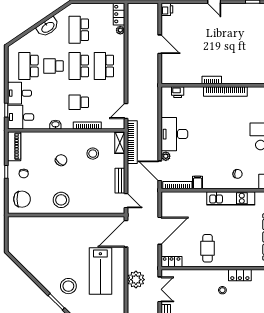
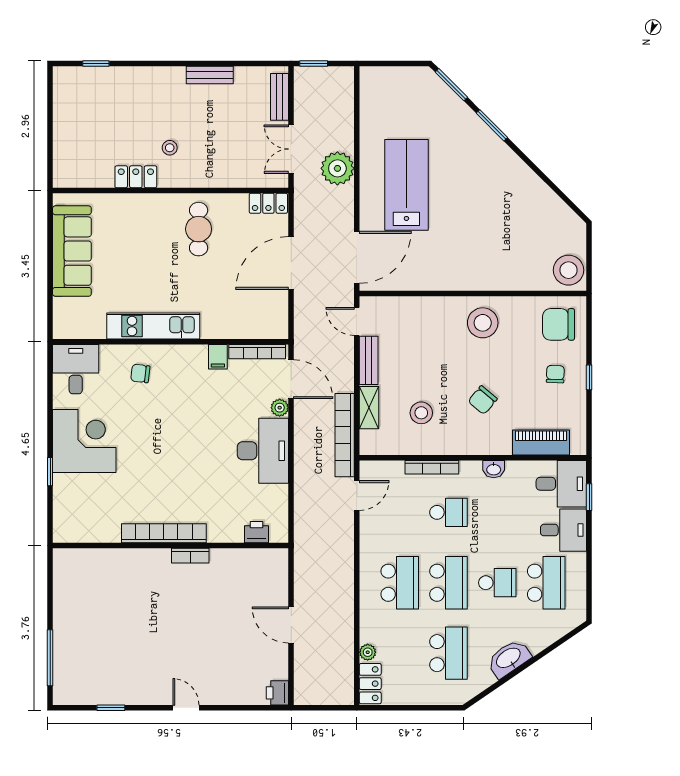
shelving: (120, 143) -> (369, 408), moved
piano: (14, 146) -> (541, 443), moved, turned 90
stool: (68, 286) -> (568, 270), moved

